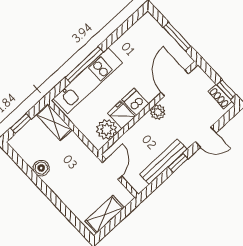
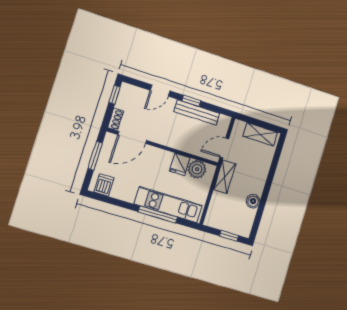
shoe rack: (220, 97) -> (115, 119), moved
dishwasher: (135, 102) -> (104, 185), moved, turned 180
plant: (158, 112) -> (162, 138), removed
shelving: (54, 122) -> (225, 177), moved
door: (206, 137) -> (160, 91), swing flipped

